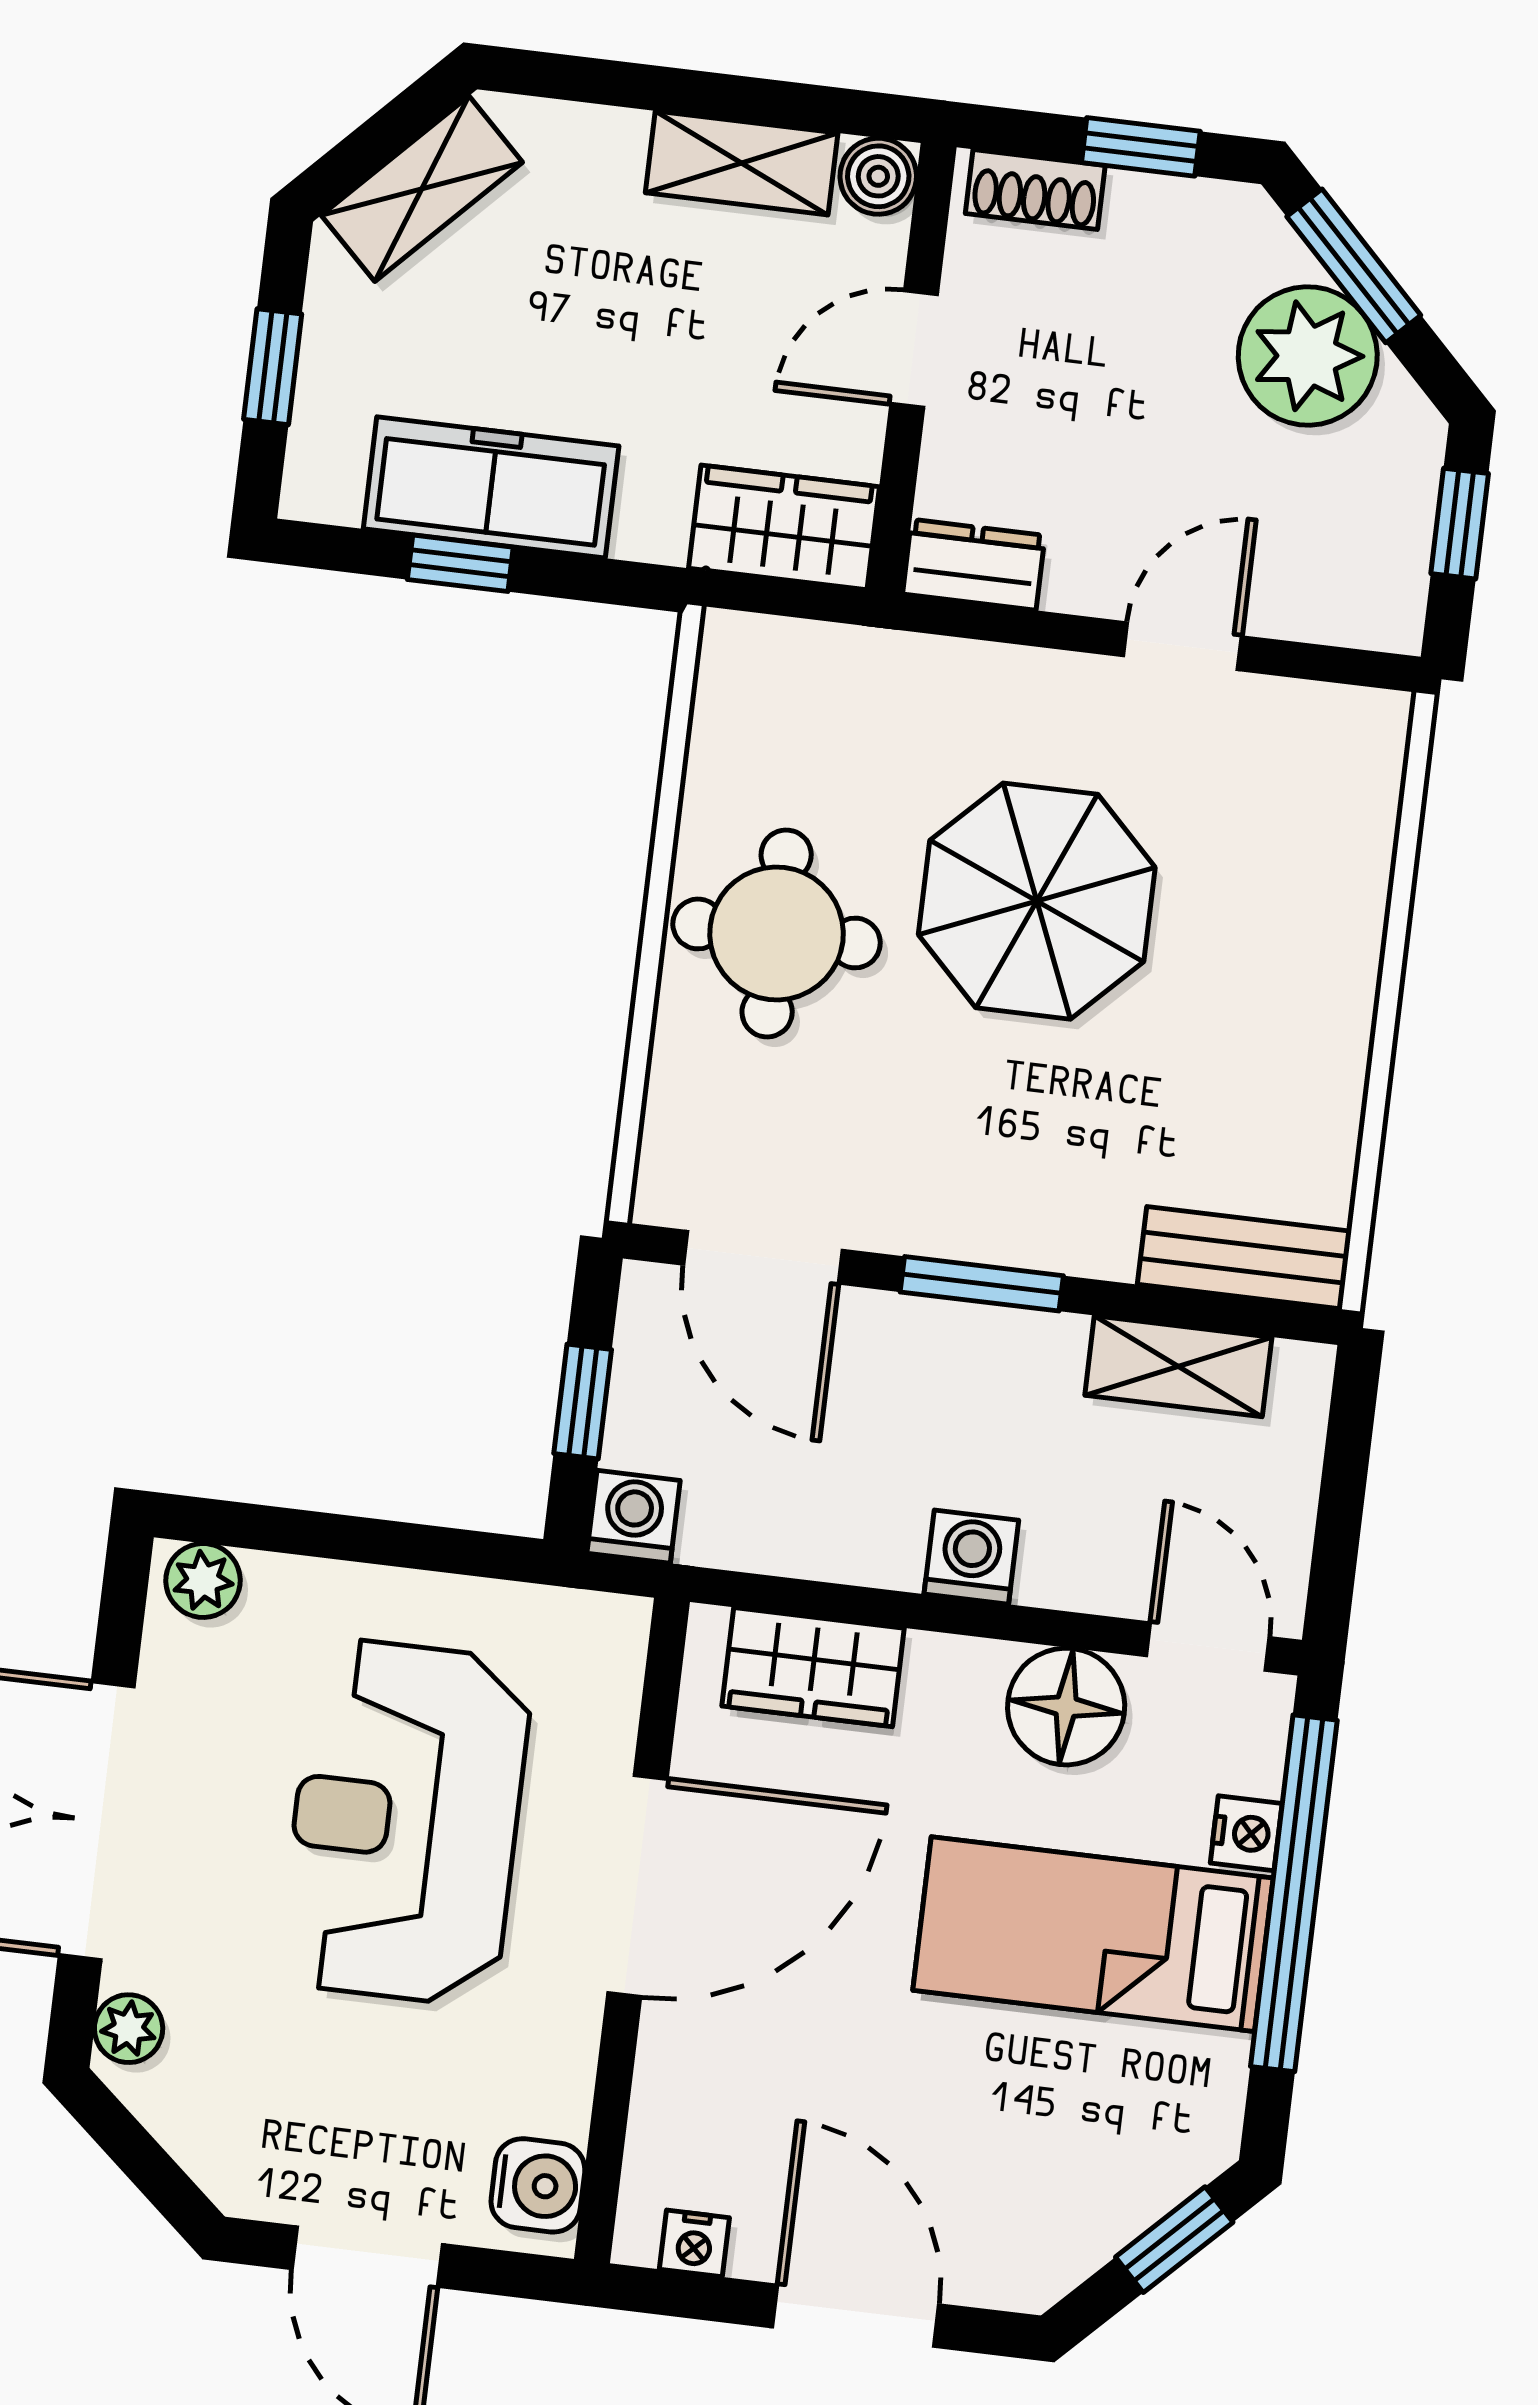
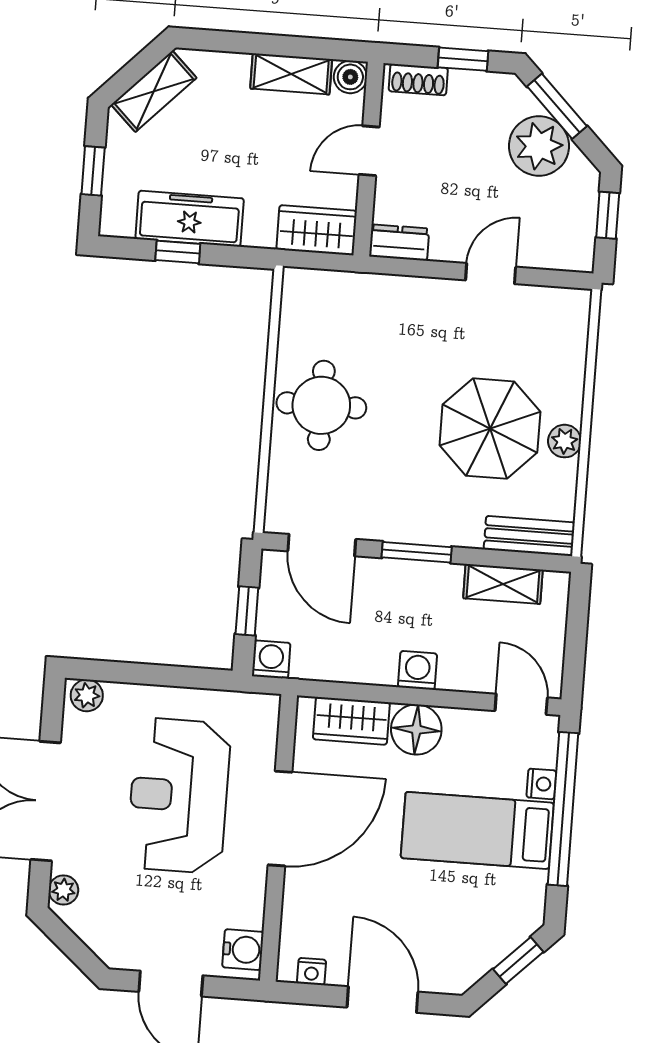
parasol: (1037, 901) -> (490, 429), moved
plant: (1336, 1042) -> (565, 441), added
floor lamp: (1066, 1707) -> (416, 729), moved

